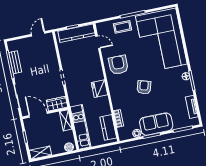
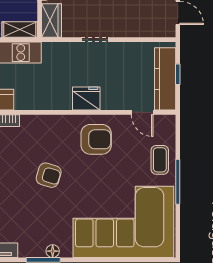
door: (98, 42) -> (142, 112), hinge flipped
fridge: (99, 89) -> (86, 99), moved

